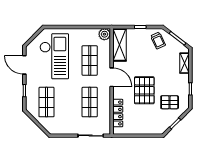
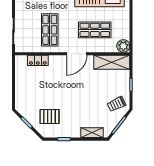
pallet: (144, 90) -> (63, 89), removed
shop shelf: (90, 102) -> (50, 30), turned 90
pallet: (170, 102) -> (50, 116), turned 90
locker: (118, 113) -> (38, 60), width x0.66

